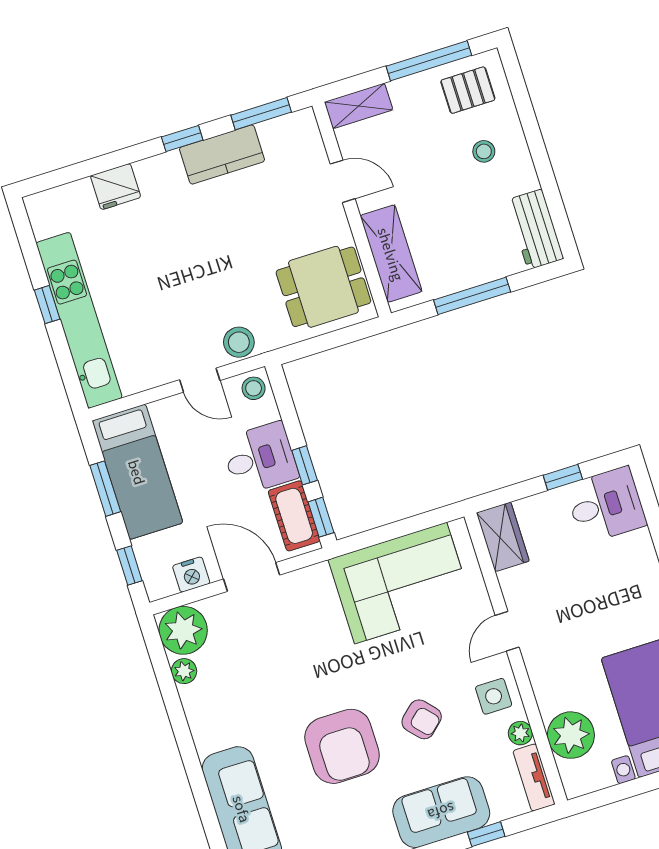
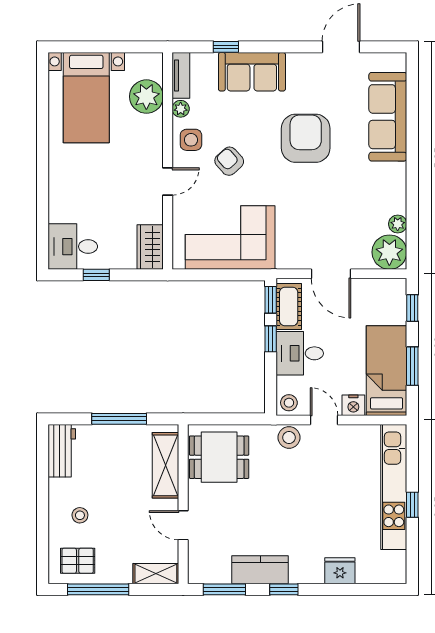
nightstand: (191, 575) -> (353, 405), moved, turned 180
armchair: (422, 719) -> (229, 161), moved

